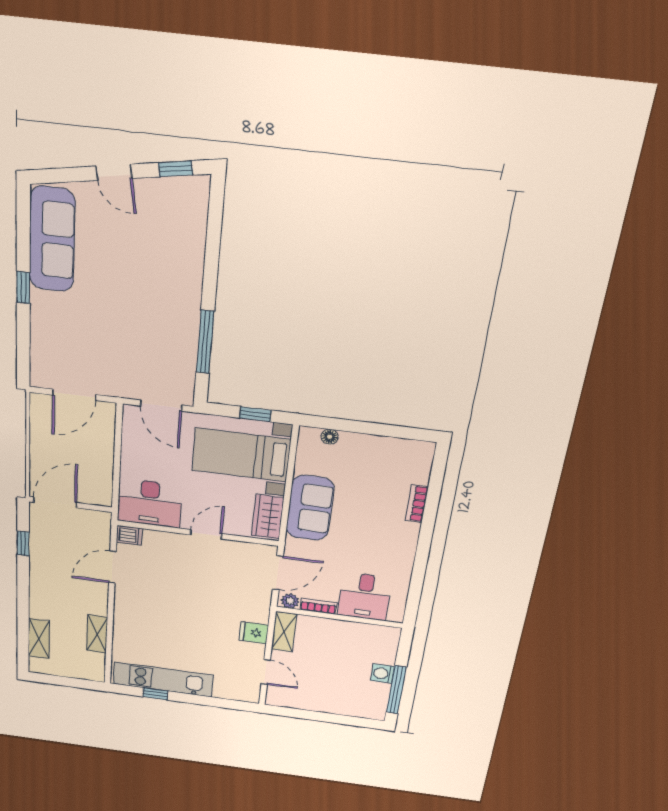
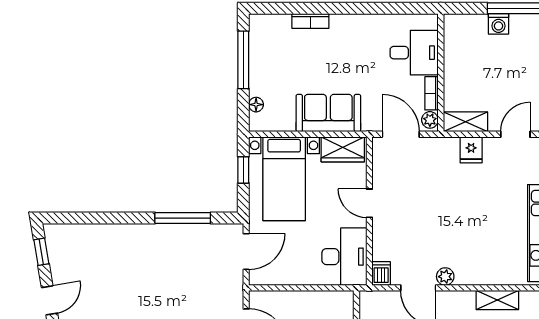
window: (384, 430) -> (243, 60), added
plant: (123, 593) -> (445, 277), added

